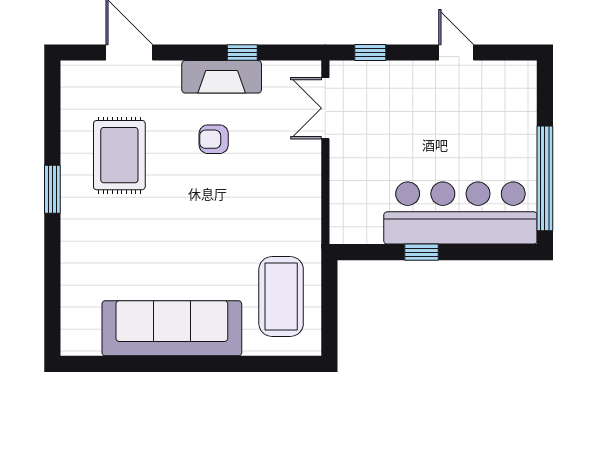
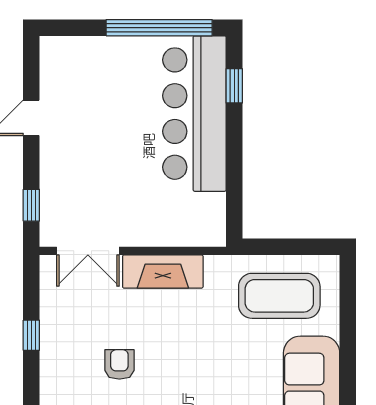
fireplace: (222, 77) -> (163, 272), moved, turned 90
armchair: (214, 139) -> (119, 364), turned 180
window: (421, 252) -> (234, 86), moved

